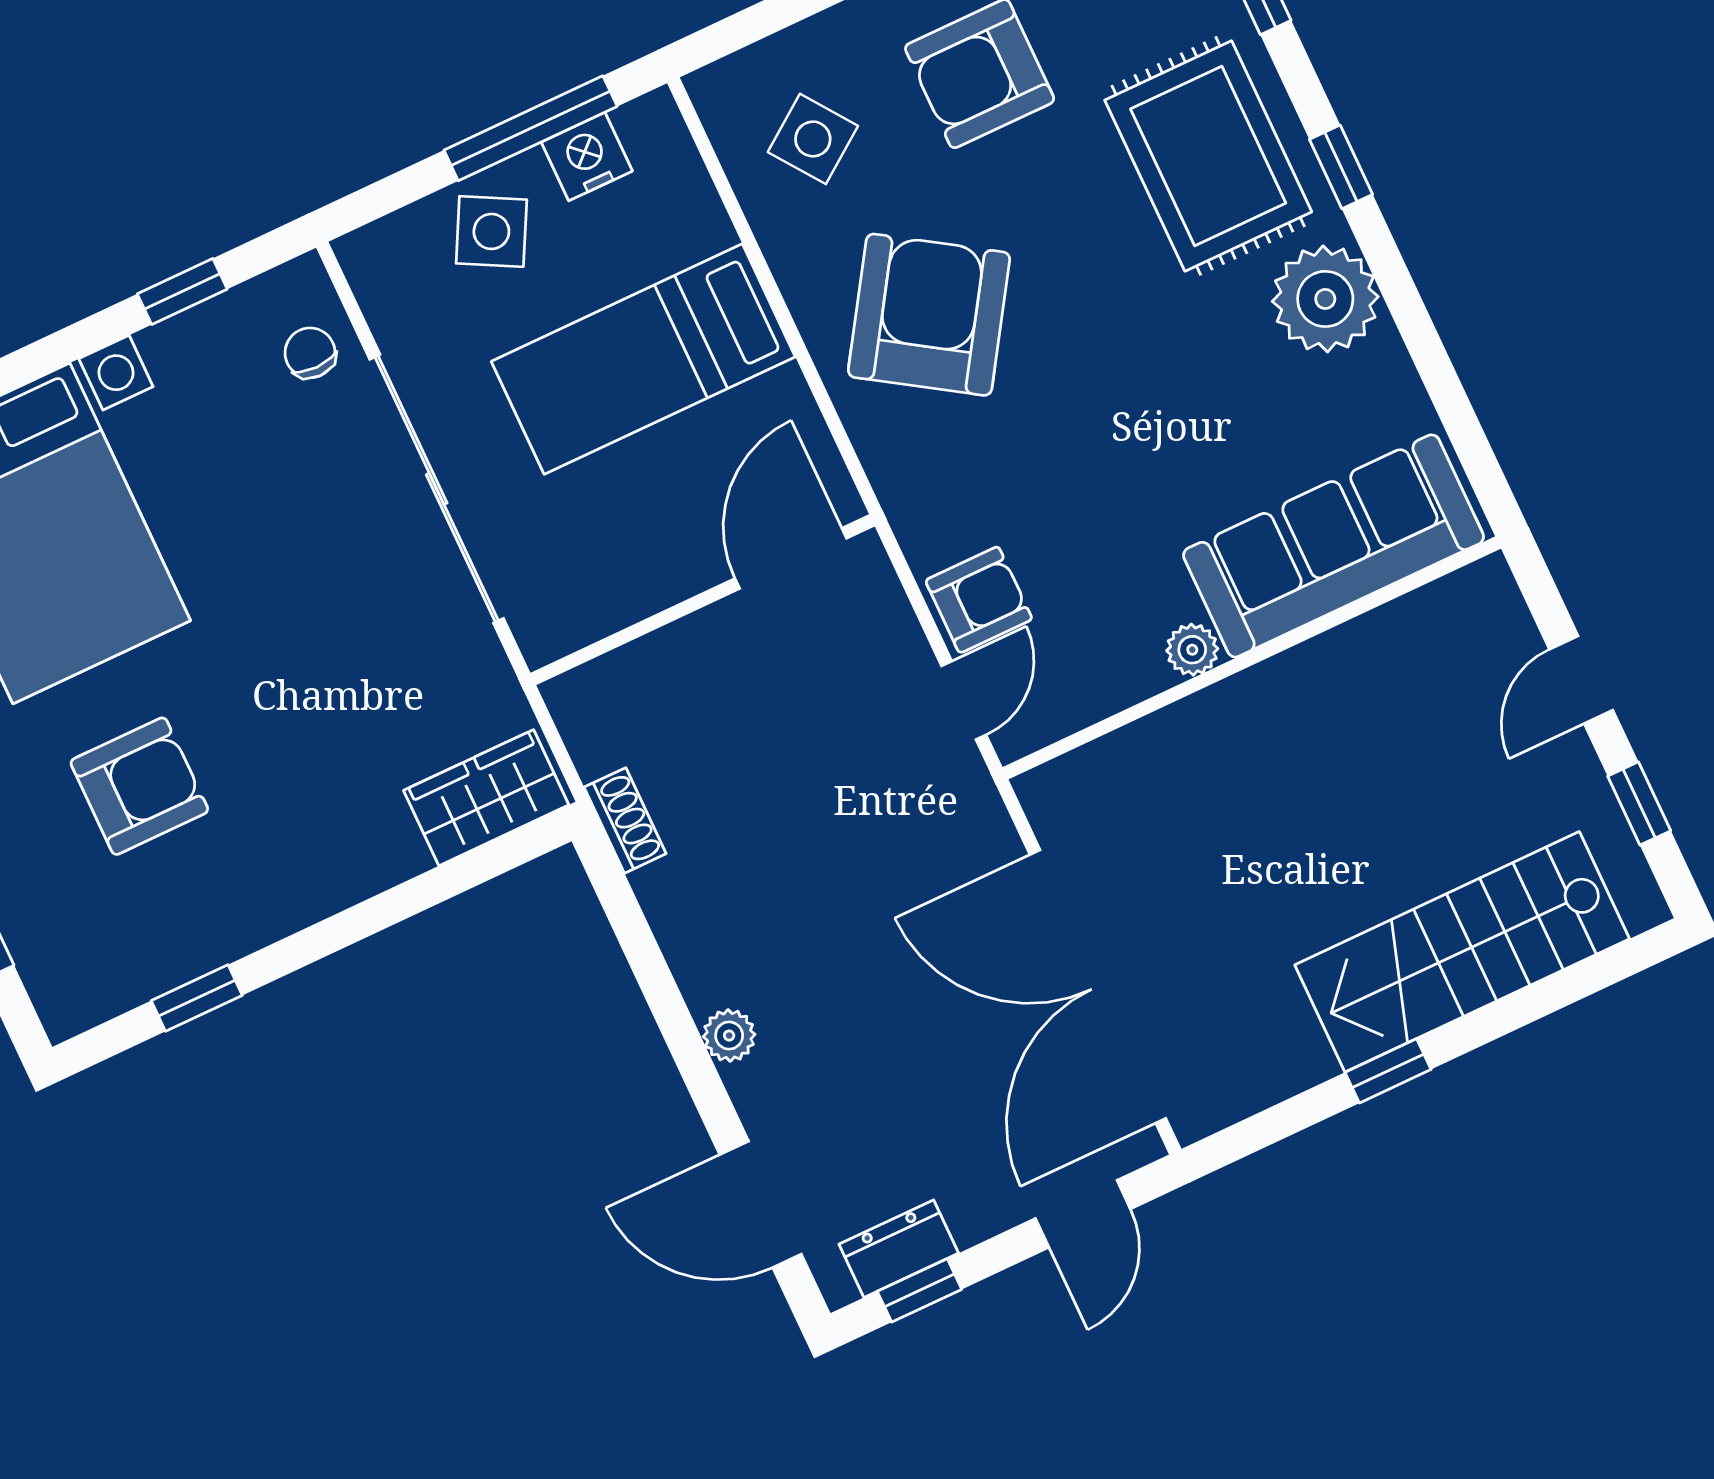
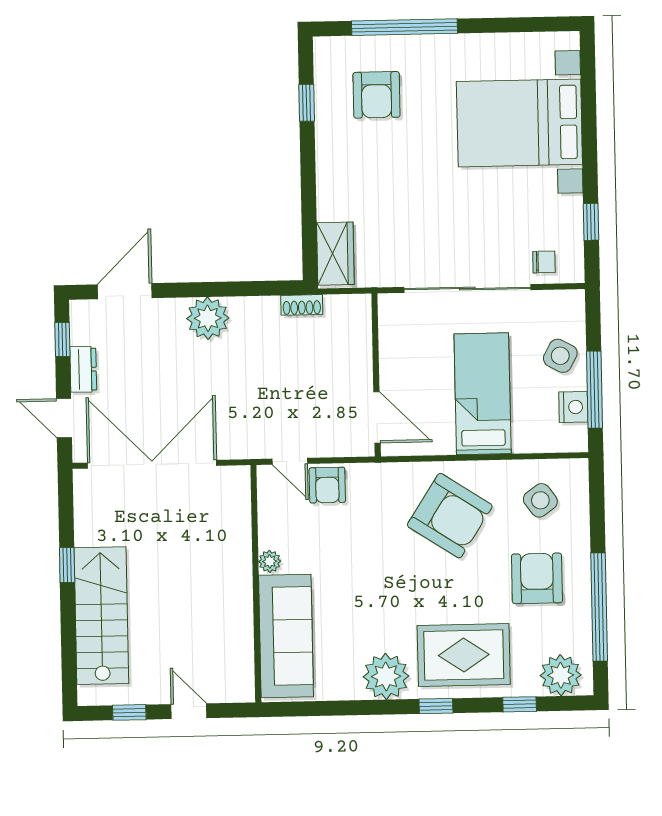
armchair: (139, 786) -> (376, 95), moved
plant: (729, 1036) -> (208, 318), width x1.87, depth x1.87
dresser: (899, 1249) -> (83, 369), moved

